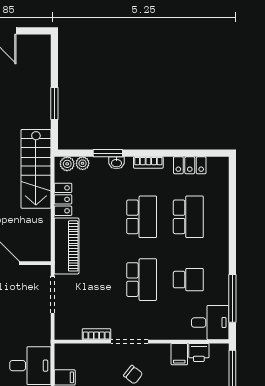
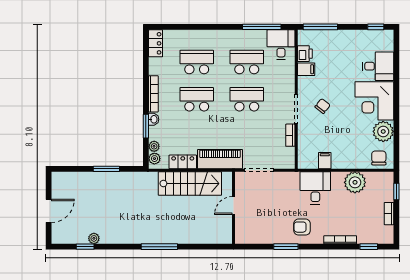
bookcase: (148, 162) -> (153, 94), width x1.56
locker: (190, 165) -> (156, 43), moved
stairs: (36, 169) -> (190, 183), moved
school desk: (188, 280) -> (247, 62), width x1.85

